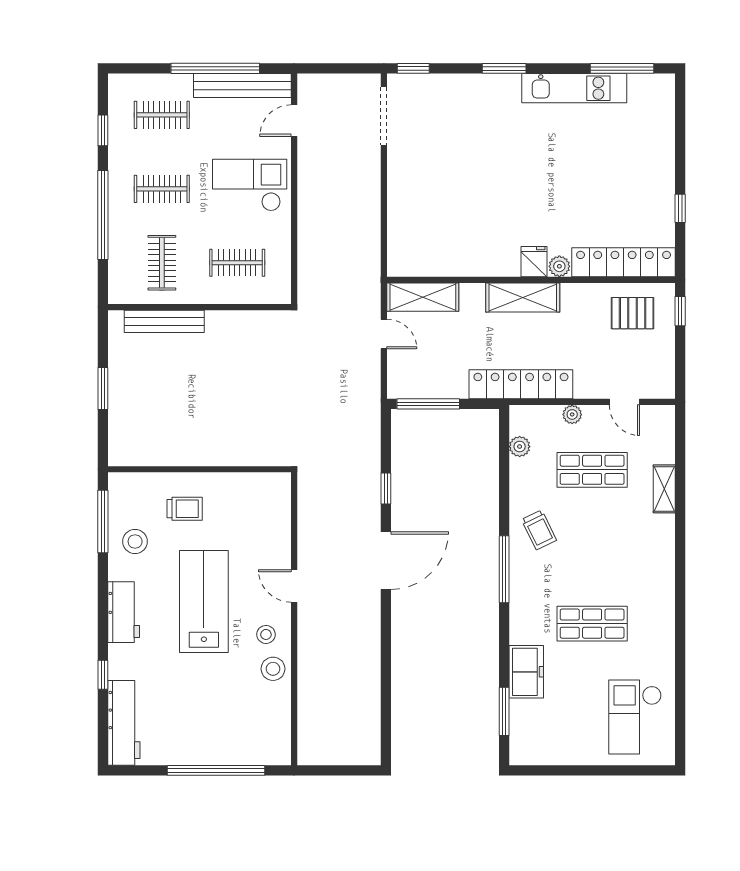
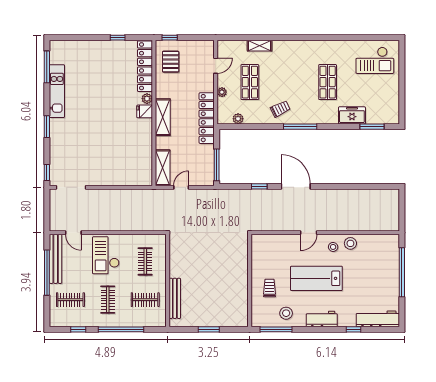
clothes rail: (162, 115) -> (70, 300), turned 90

